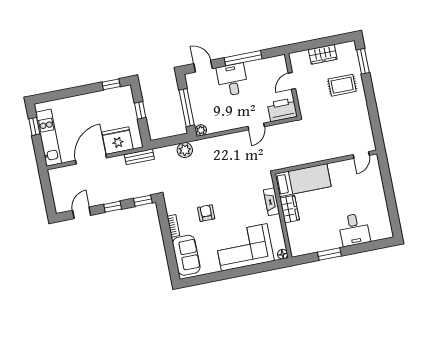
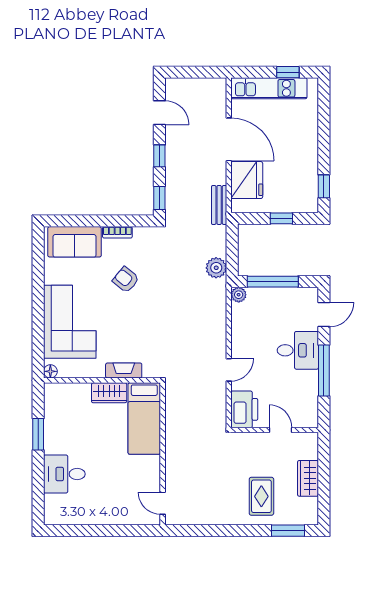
door: (256, 127) -> (229, 370), swing flipped
armchair: (206, 213) -> (126, 280), turned -141

